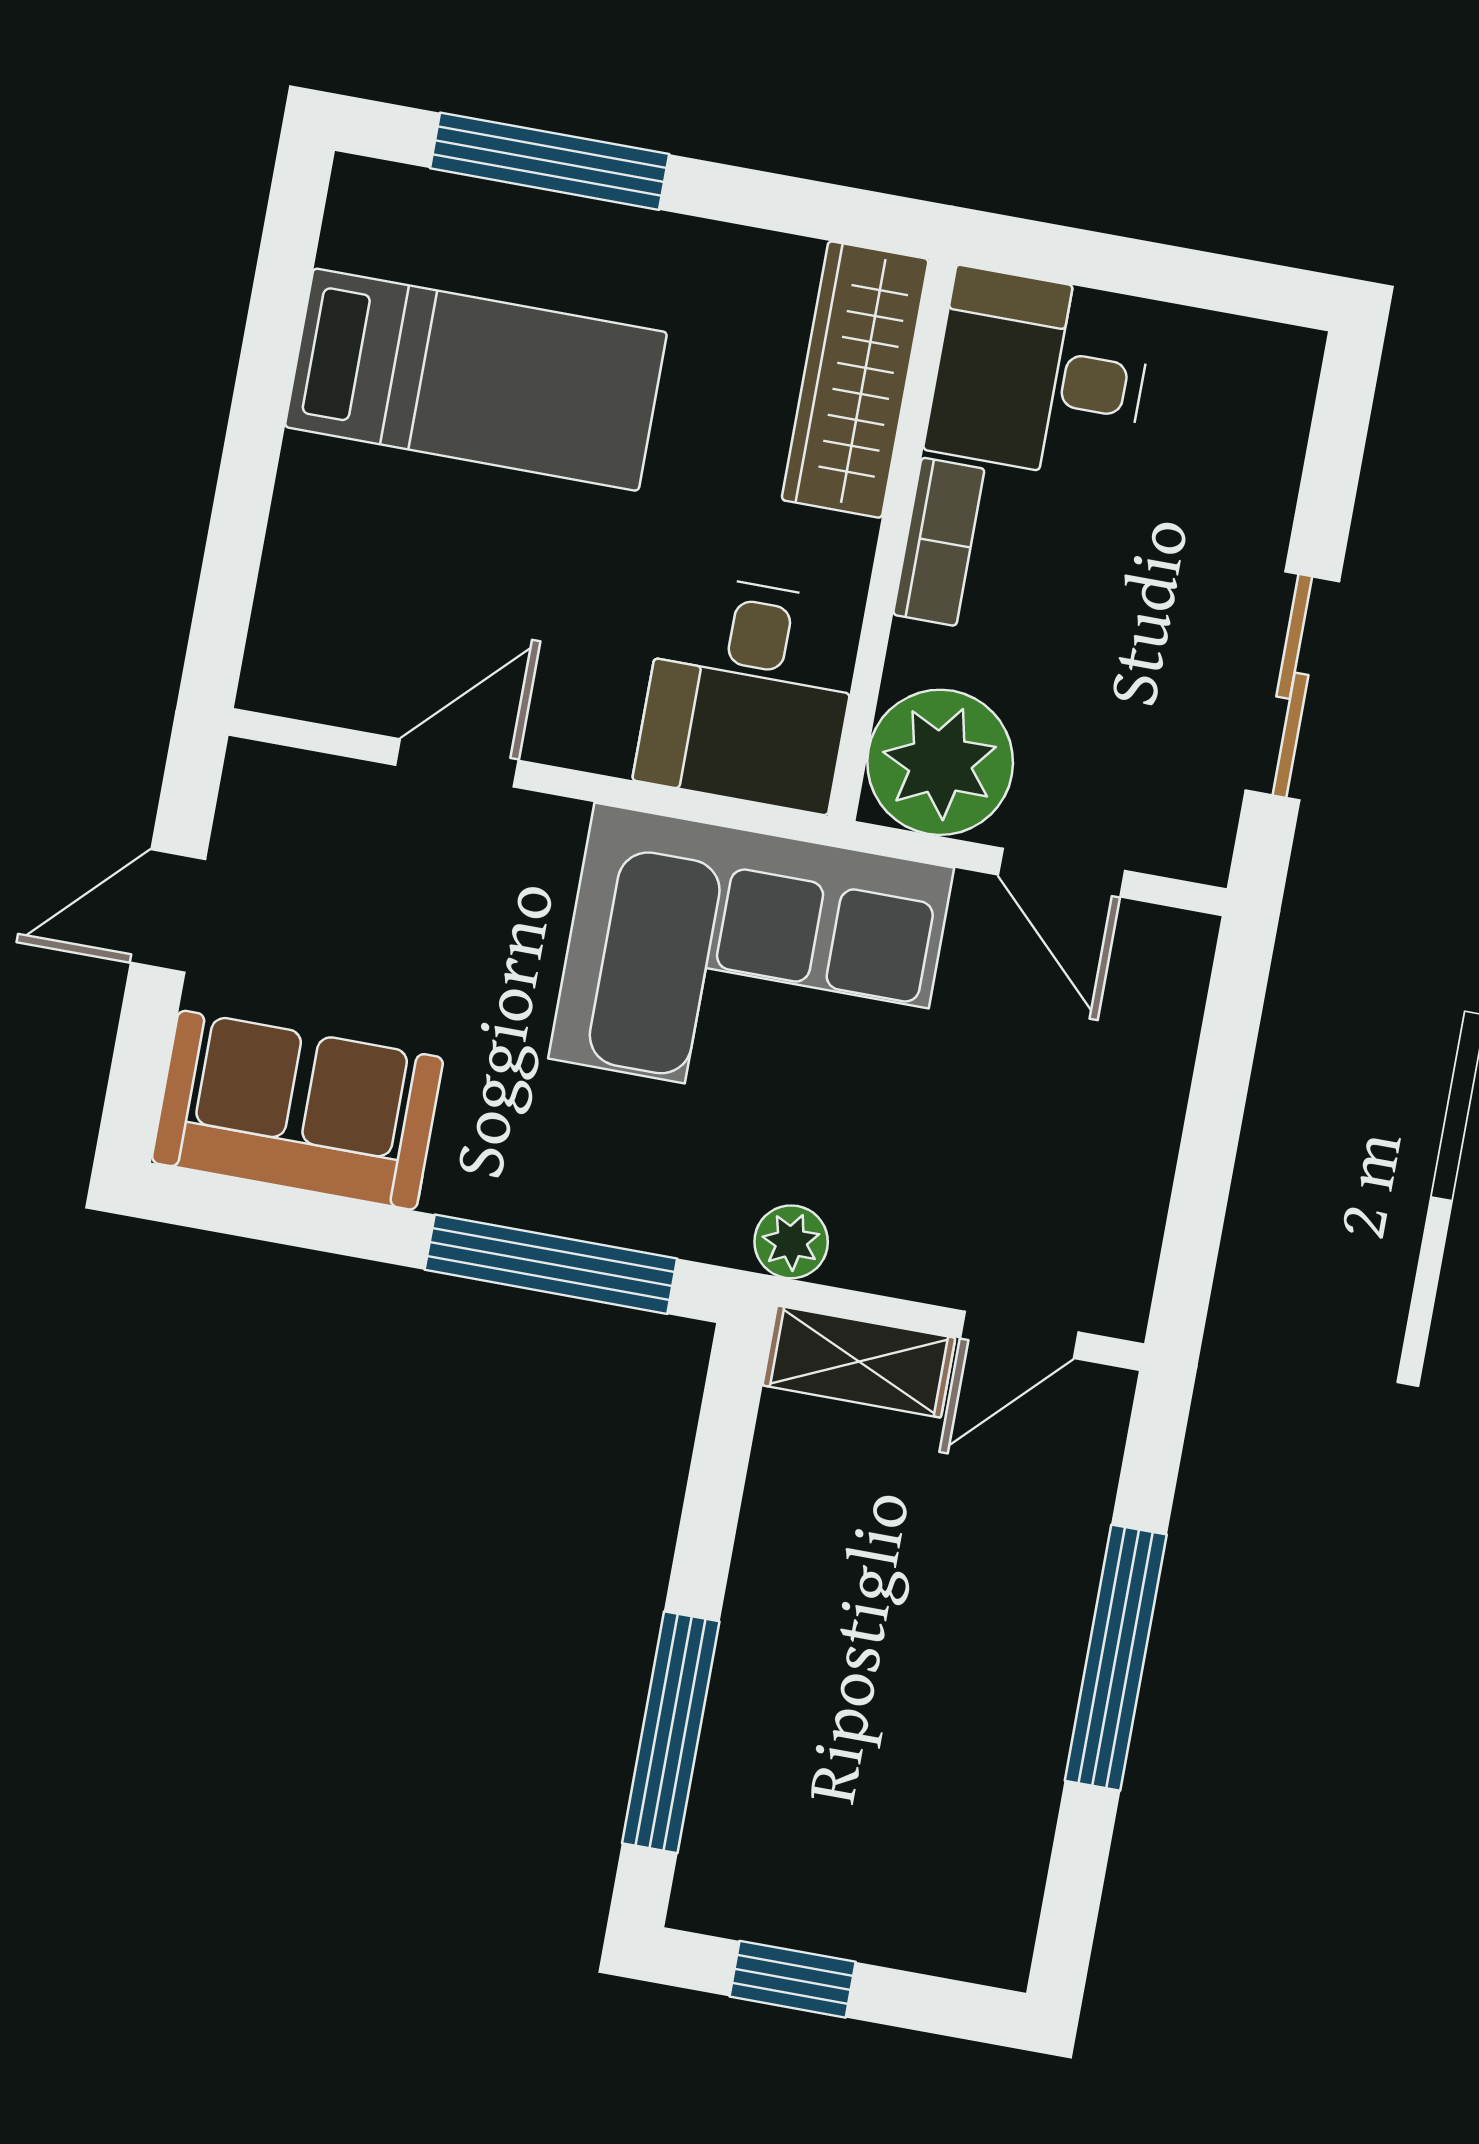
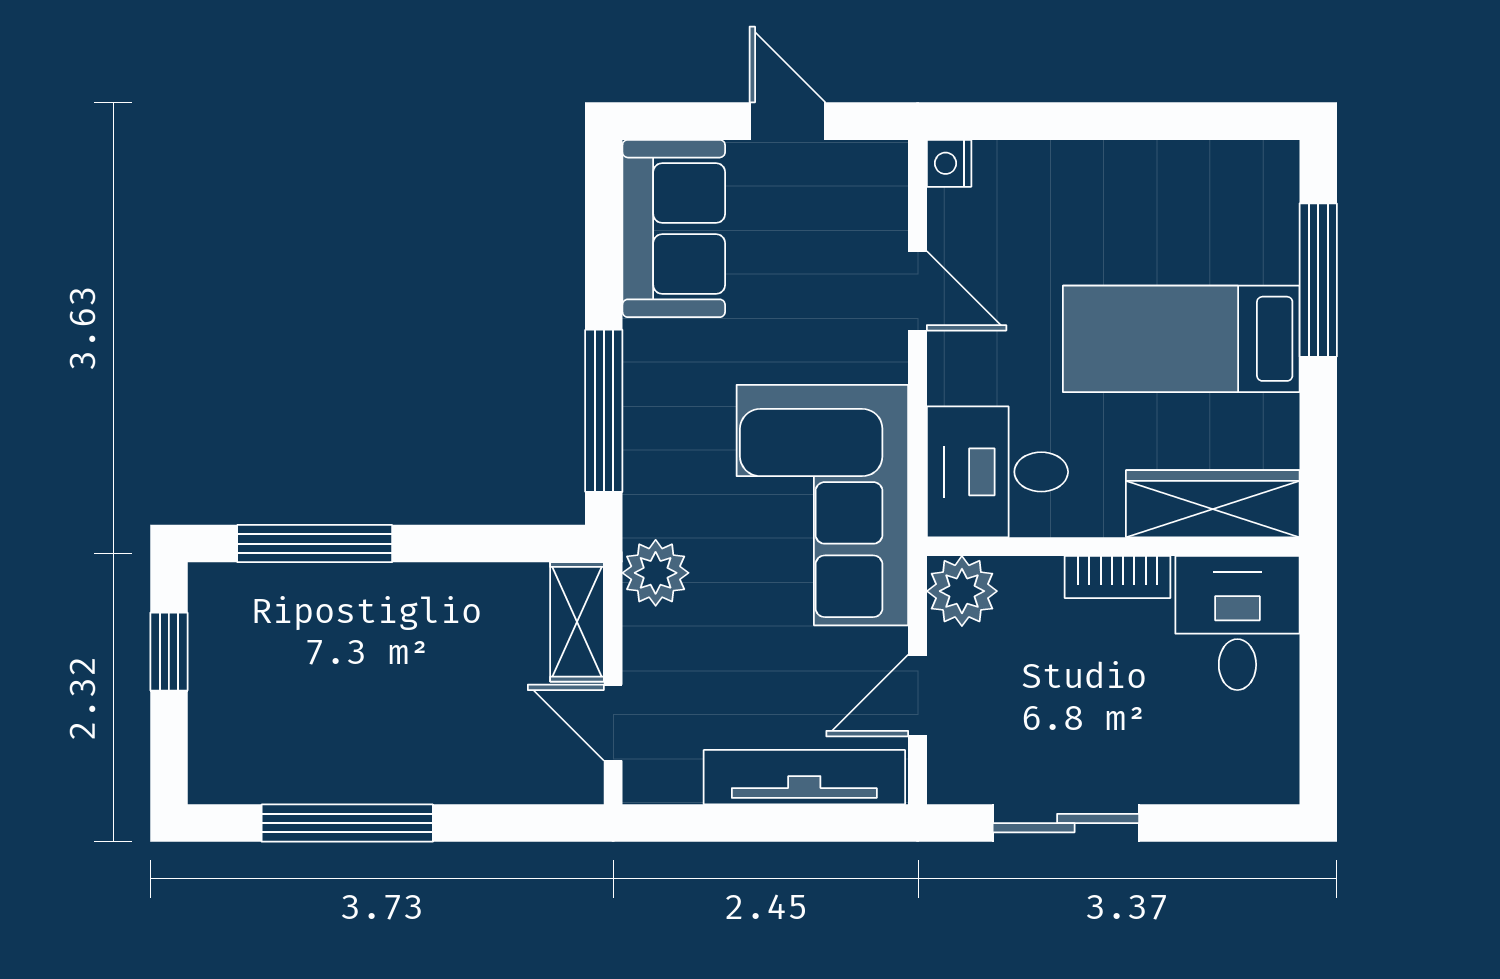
bed: (476, 380) -> (1181, 339), moved, turned 90
nightstand: (275, 681) -> (949, 163), added
plant: (940, 762) -> (962, 591), width x0.73, depth x0.73
tv unit: (1153, 1064) -> (804, 777), added
plant: (791, 1242) -> (656, 573), width x1.38, depth x1.38
window: (1116, 1658) -> (347, 823), moved

